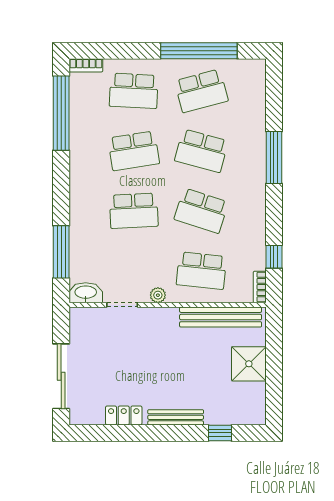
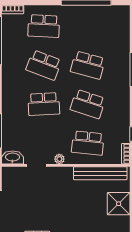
school desk: (201, 91) -> (88, 26), removed
school desk: (134, 151) -> (44, 65), turned 30

